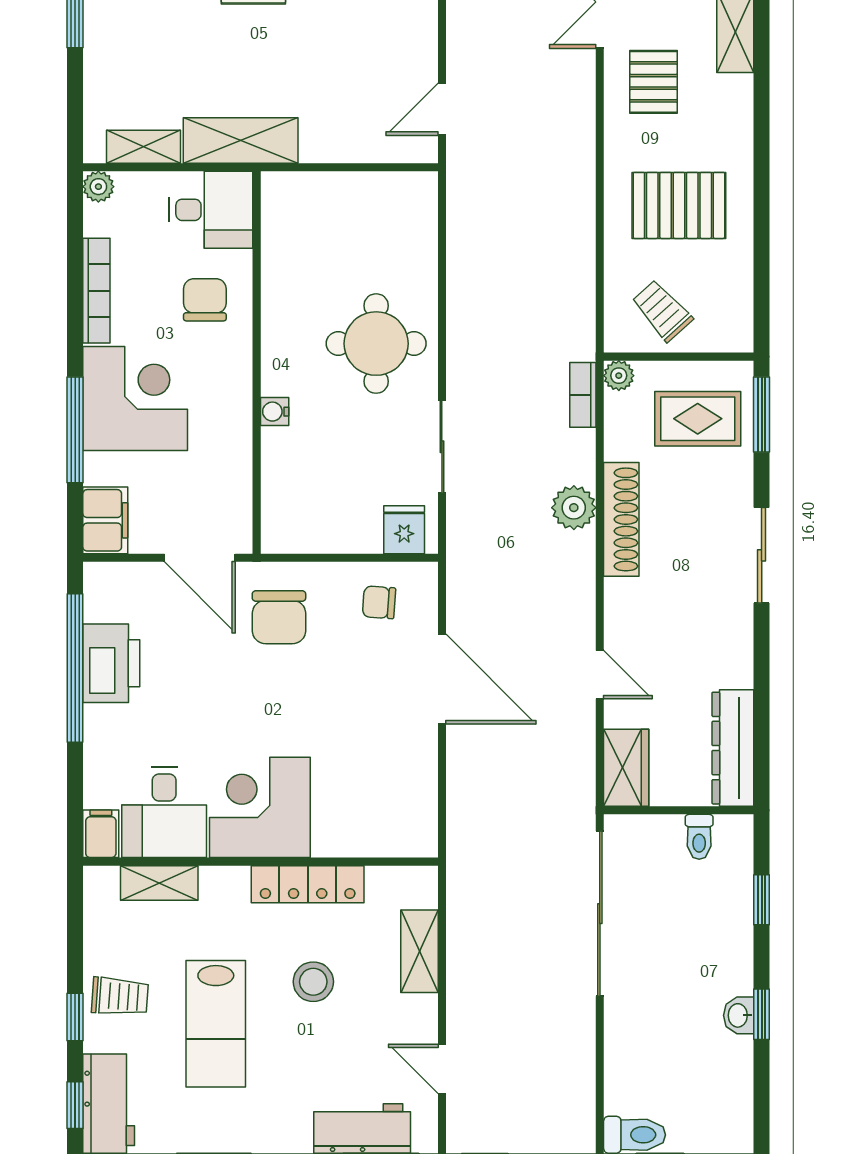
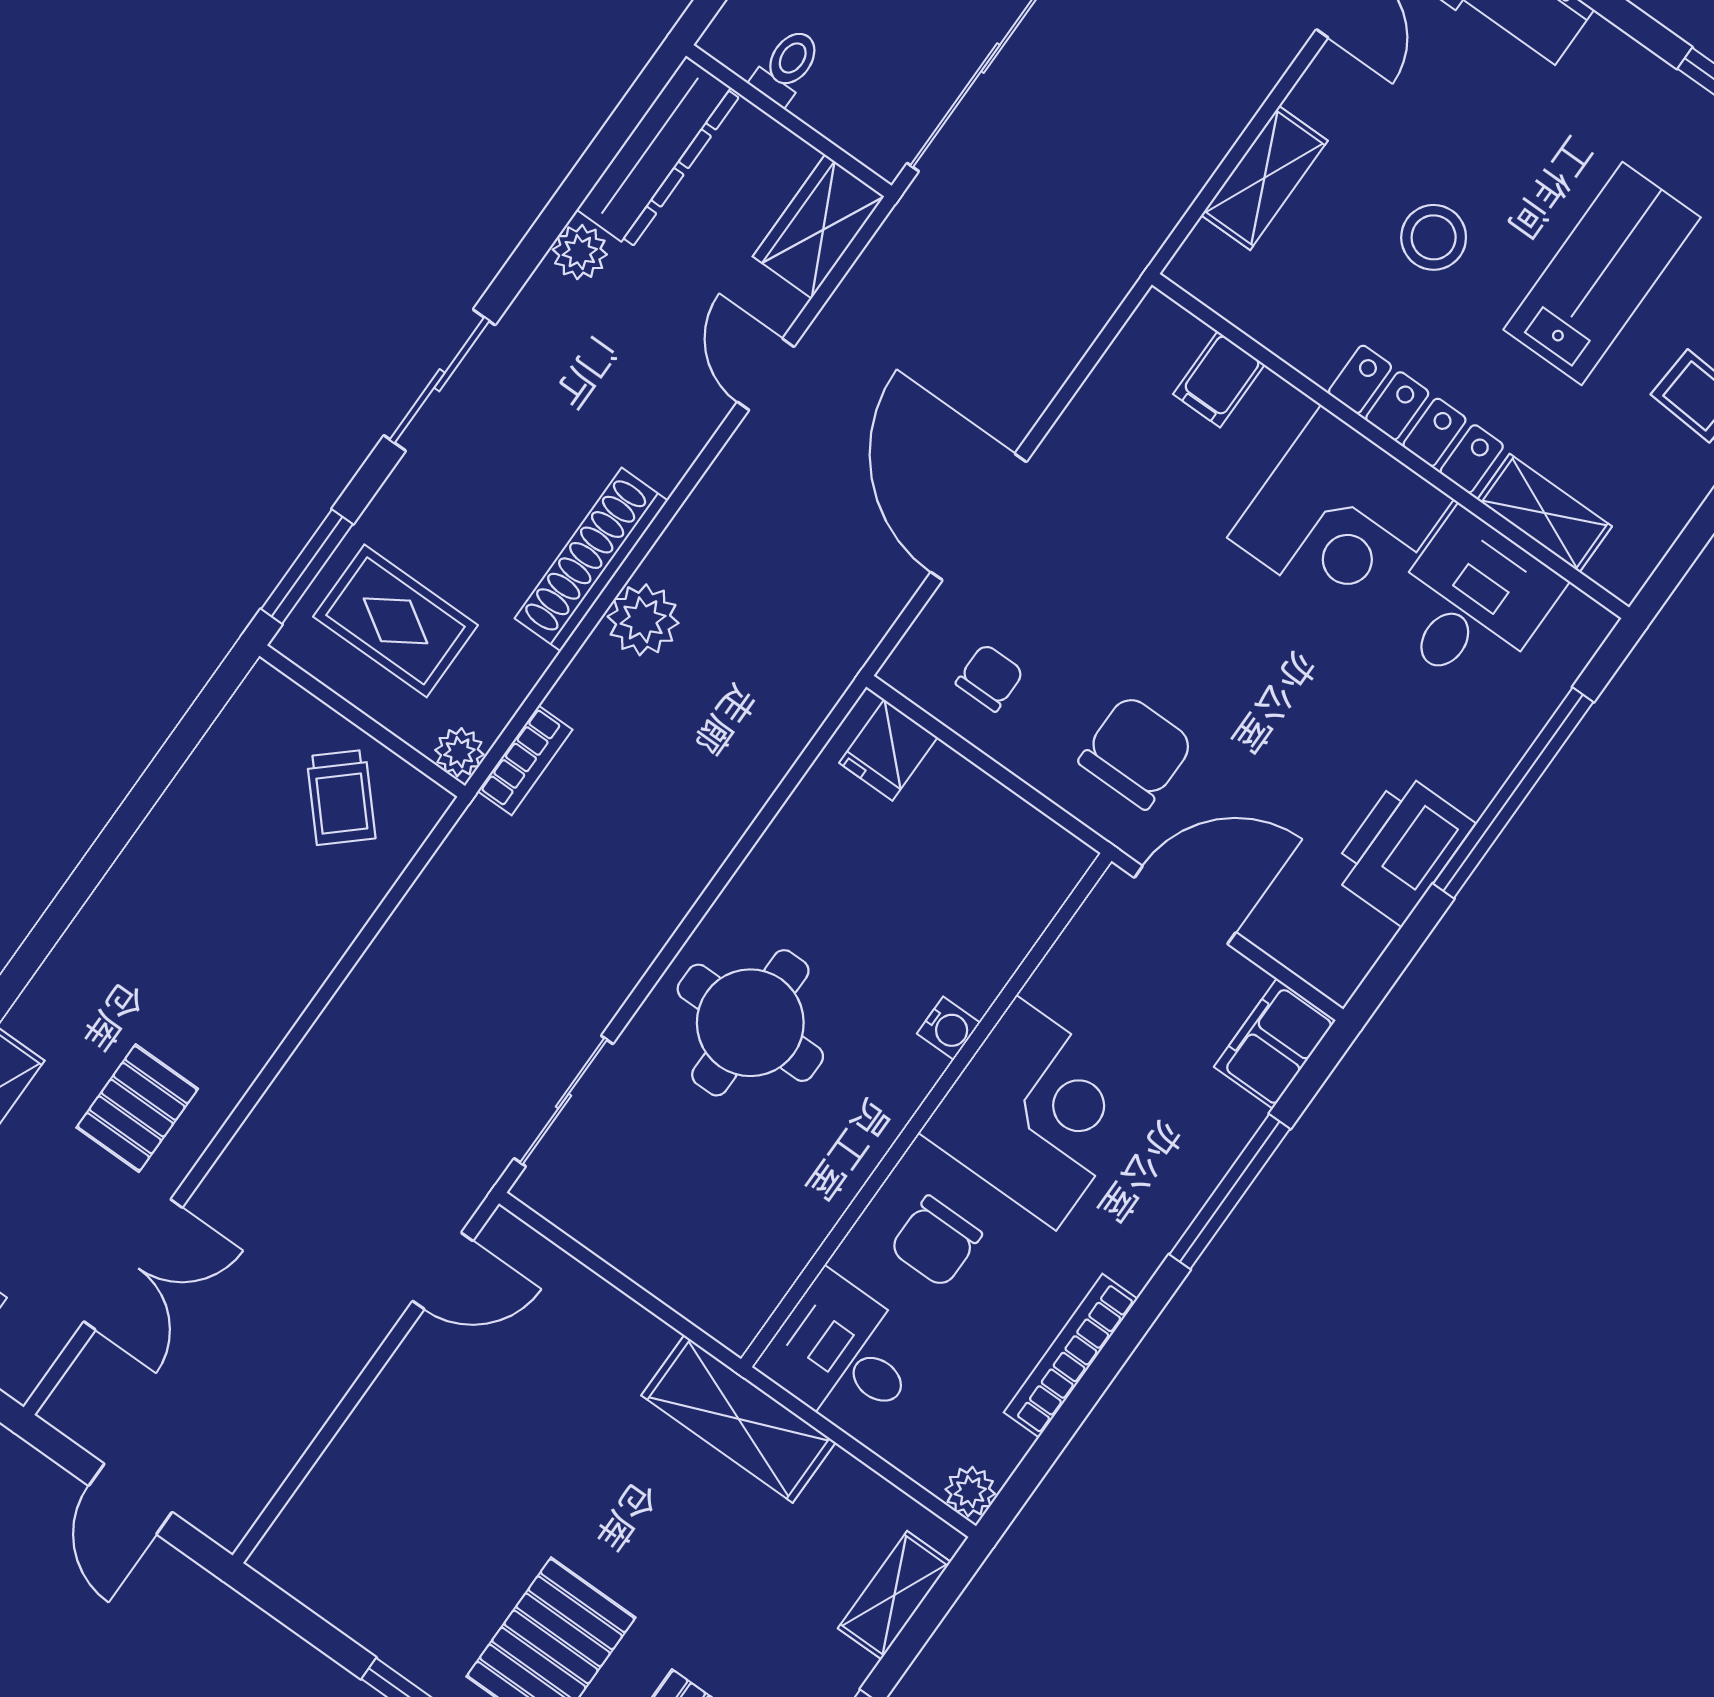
shelving: (143, 147) -> (894, 1595), moved, turned 90
pallet: (679, 205) -> (220, 921), removed
corner desk: (135, 399) -> (1036, 1113), moved, turned 180
sliding door: (442, 447) -> (563, 1101), moved
door: (200, 558) -> (1185, 905), hinge flipped
chair: (379, 602) -> (990, 678), turned -94
window: (75, 668) -> (1513, 793), moved
plant: (737, 670) -> (580, 252), added
filing cabinet: (101, 834) -> (1219, 379), moved
locker: (308, 884) -> (1416, 419), moved

